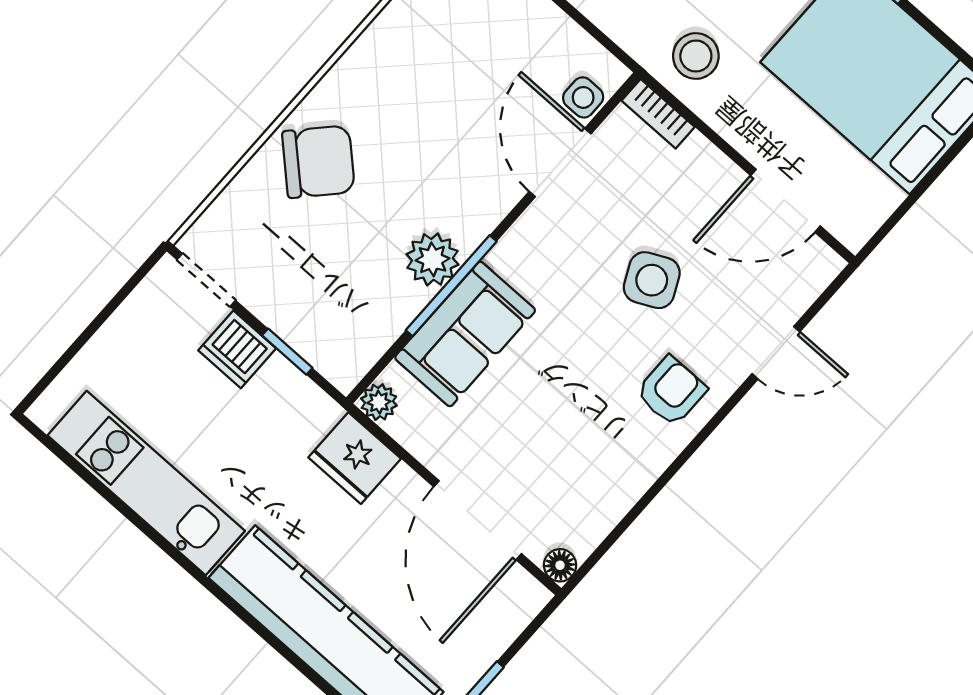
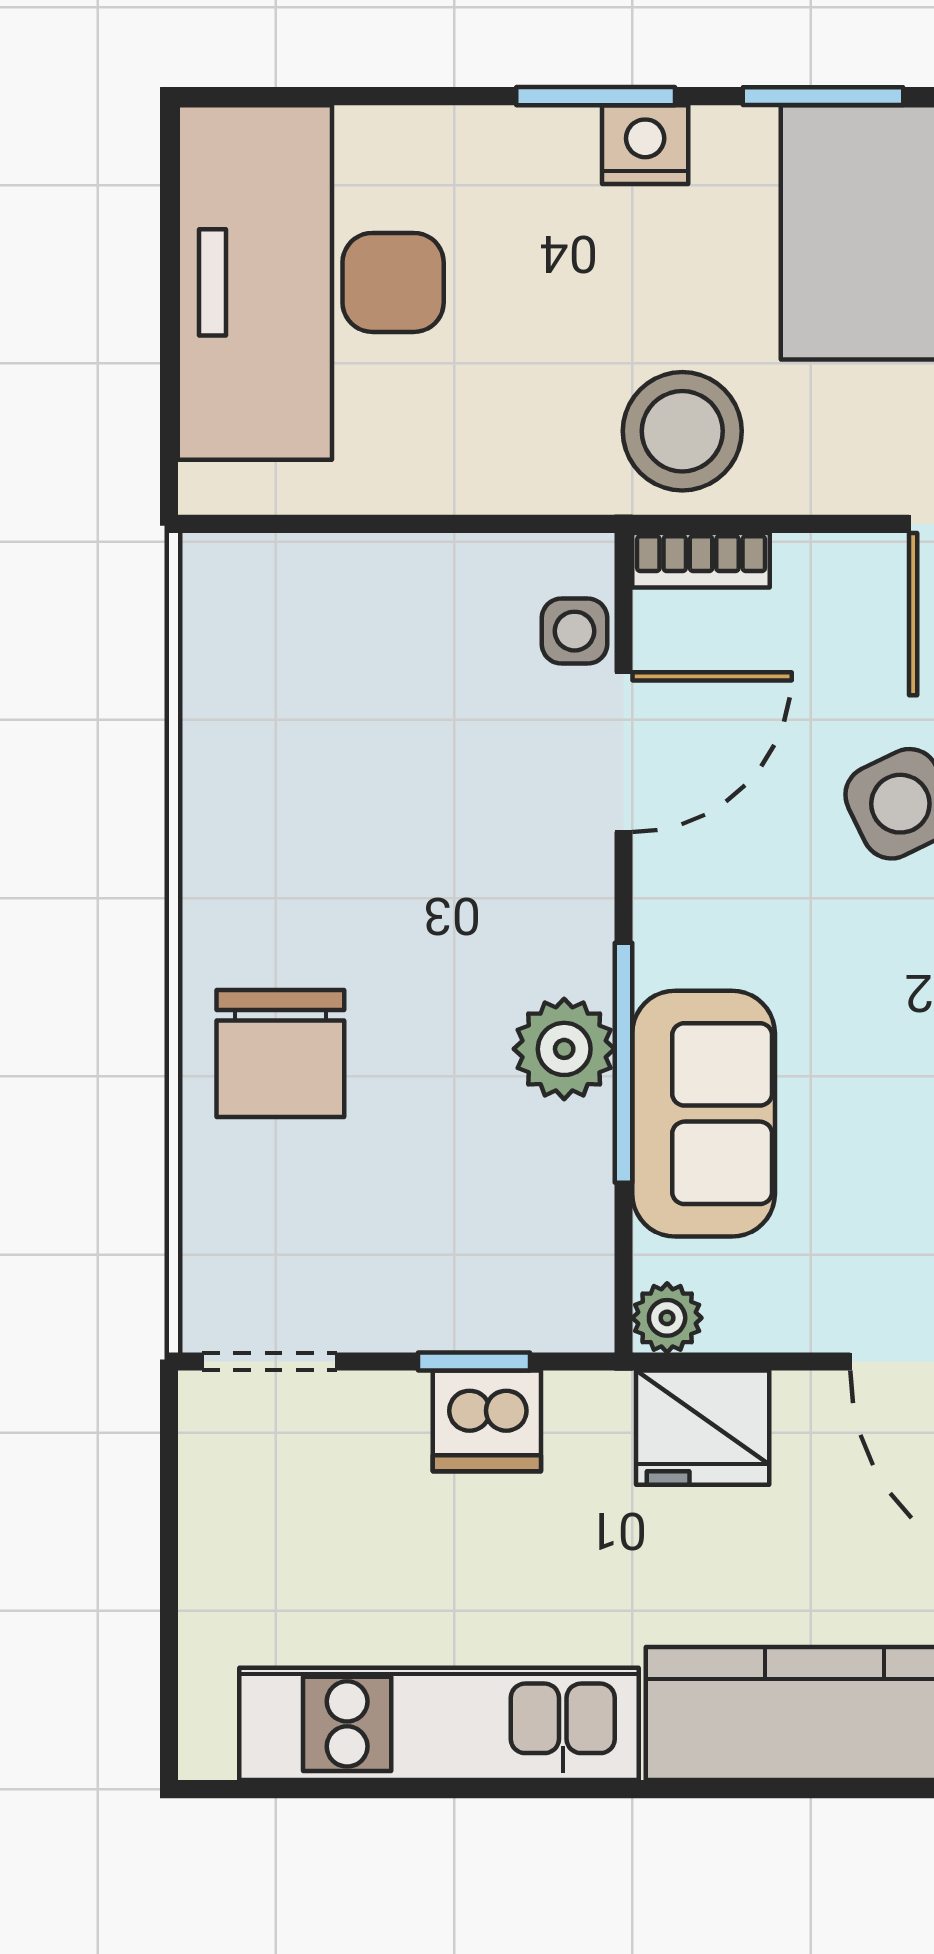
stool: (696, 56) -> (682, 431), width x1.38, depth x1.38
chair: (318, 162) -> (280, 1053), turned 137
door: (560, 163) -> (623, 752), swing flipped
dishwasher: (237, 349) -> (487, 1421), moved

